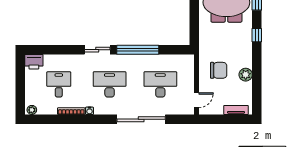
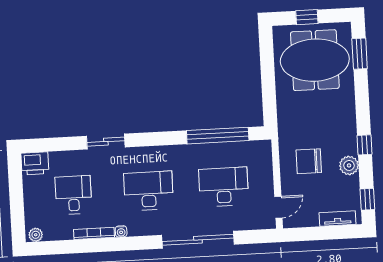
window: (257, 35) -> (364, 145), moved
sliding door: (97, 50) -> (106, 142), moved
window: (138, 50) -> (218, 136), moved
chair: (219, 70) -> (309, 161), turned 180
window: (257, 98) -> (367, 199), added

